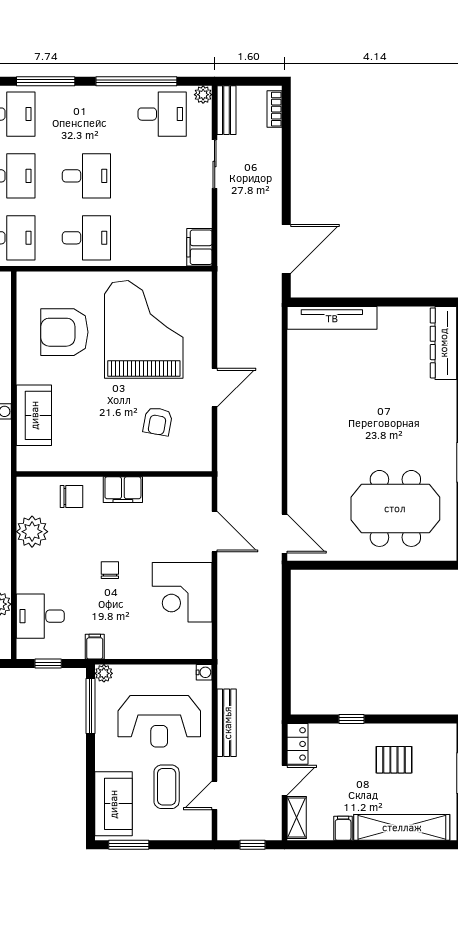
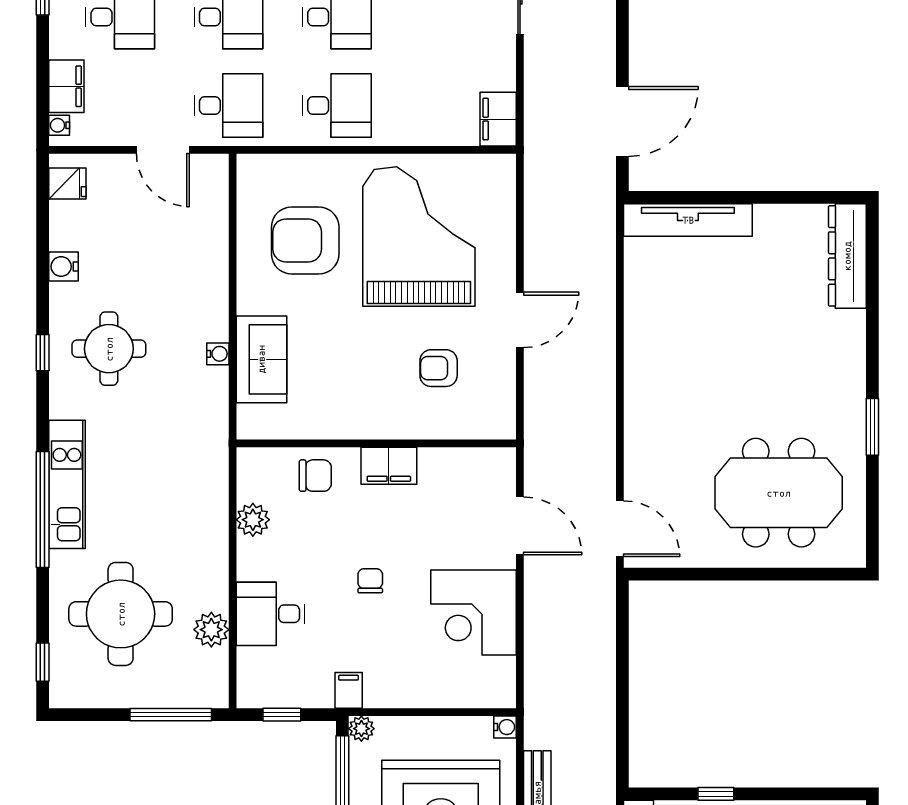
armchair: (158, 421) -> (439, 368), turned 80
plant: (32, 532) -> (253, 520), width x0.73, depth x0.73
desk: (40, 616) -> (271, 614), moved

